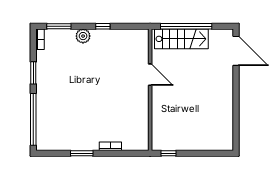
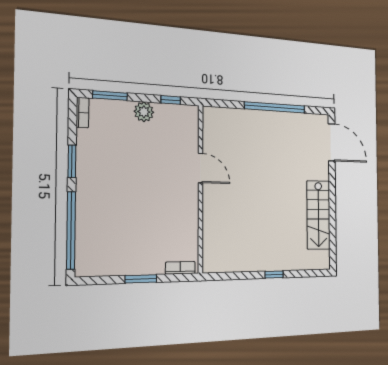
stairs: (181, 39) -> (318, 215), moved, turned 90
door: (150, 75) -> (201, 168), moved
wall: (150, 90) -> (201, 189), moved
window: (168, 153) -> (274, 274), moved

